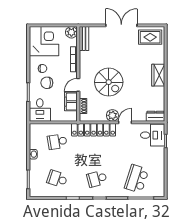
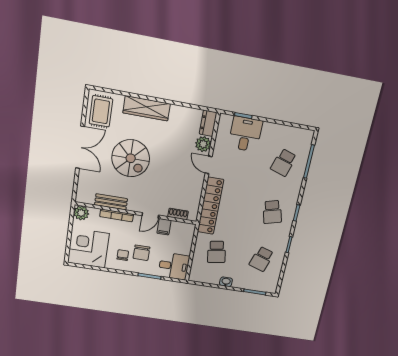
double door: (121, 25) -> (80, 147), swing flipped
bench: (84, 39) -> (111, 202), moved
wardrobe: (158, 75) -> (147, 108), width x1.50
spiral stairs: (109, 82) -> (131, 158), moved, turned 90
door: (78, 85) -> (150, 215), hinge flipped
filing cabinet: (71, 102) -> (164, 227), width x0.50
plant: (112, 115) -> (203, 144), moved
desk: (153, 135) -> (245, 134), moved
school desk: (137, 179) -> (284, 163), width x0.54

